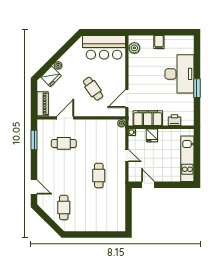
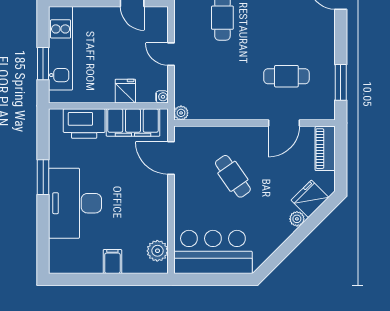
door: (127, 99) -> (171, 158), swing flipped
printer: (174, 120) -> (84, 124), width x1.87, depth x1.48
window: (197, 150) -> (43, 64), added

